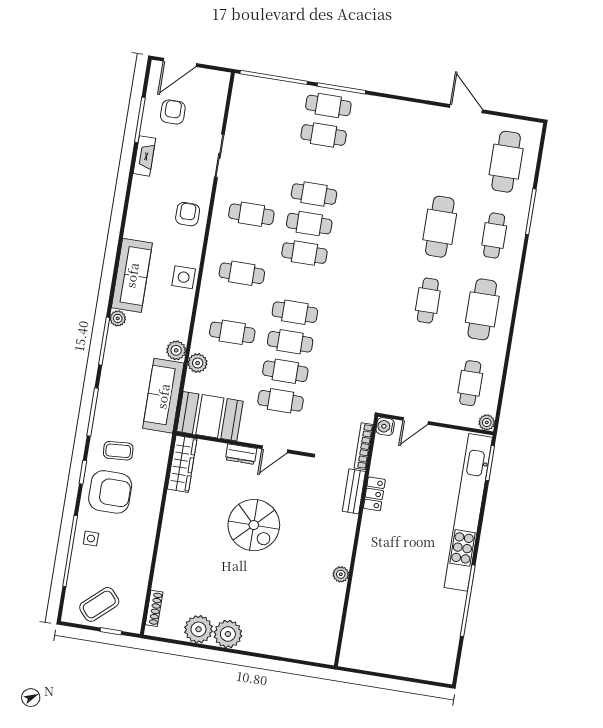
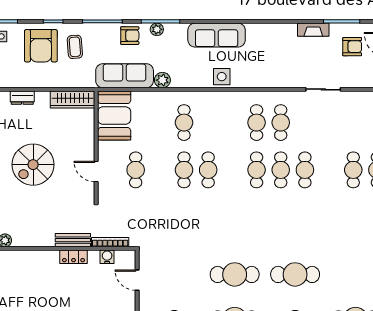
armchair: (188, 214) -> (130, 36), moved
cafe table: (242, 273) -> (257, 123), moved
cafe table: (428, 301) -> (235, 274), width x1.37, depth x1.35
plant: (118, 318) -> (157, 29), moved
plant: (198, 363) -> (155, 99), removed
cafe table: (285, 371) -> (160, 170), removed
water cooler: (385, 427) -> (107, 257), moved
dresser: (241, 454) -> (22, 98), moved, turned -90

